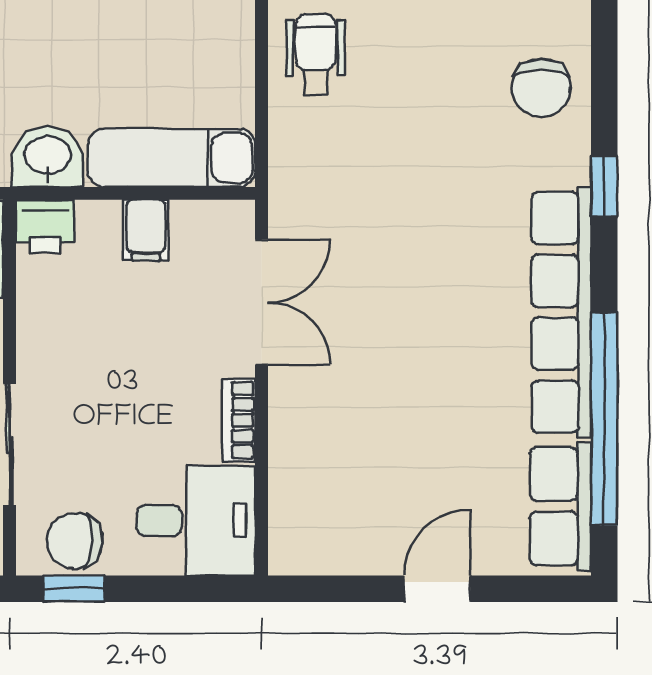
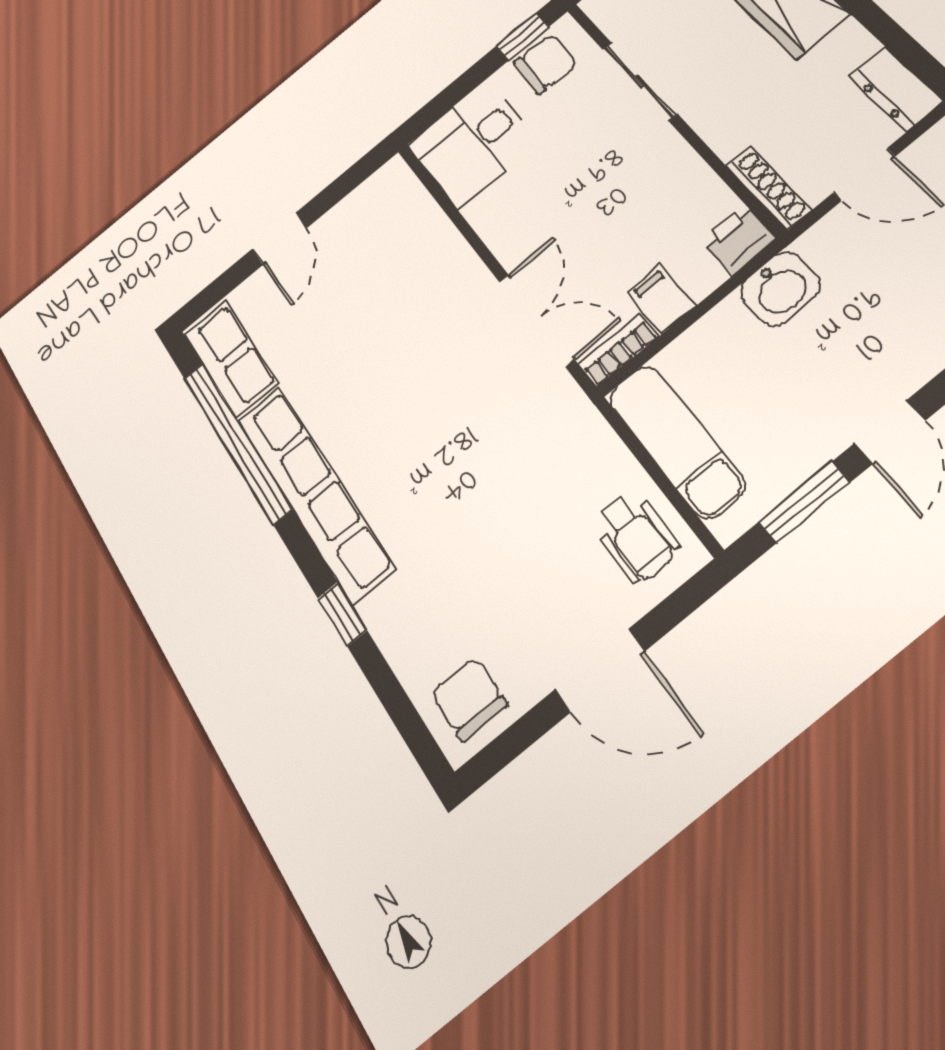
chair: (541, 88) -> (469, 699), moved
exam couch: (171, 158) -> (676, 441), moved, turned -90
double door: (262, 302) -> (536, 320), swing flipped
bookcase: (239, 420) -> (619, 351), moved, turned -90

